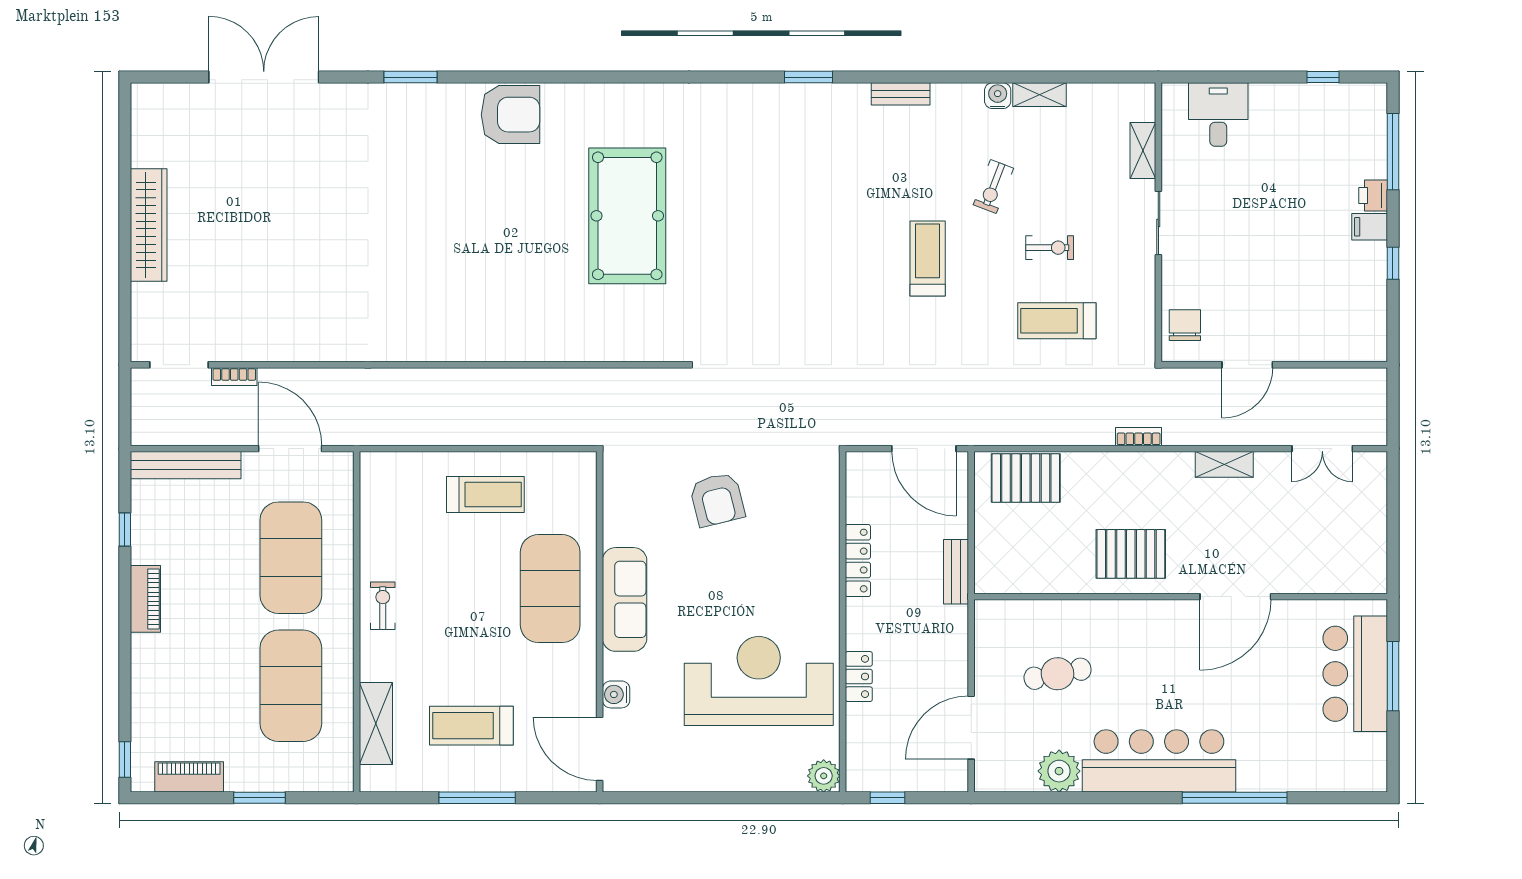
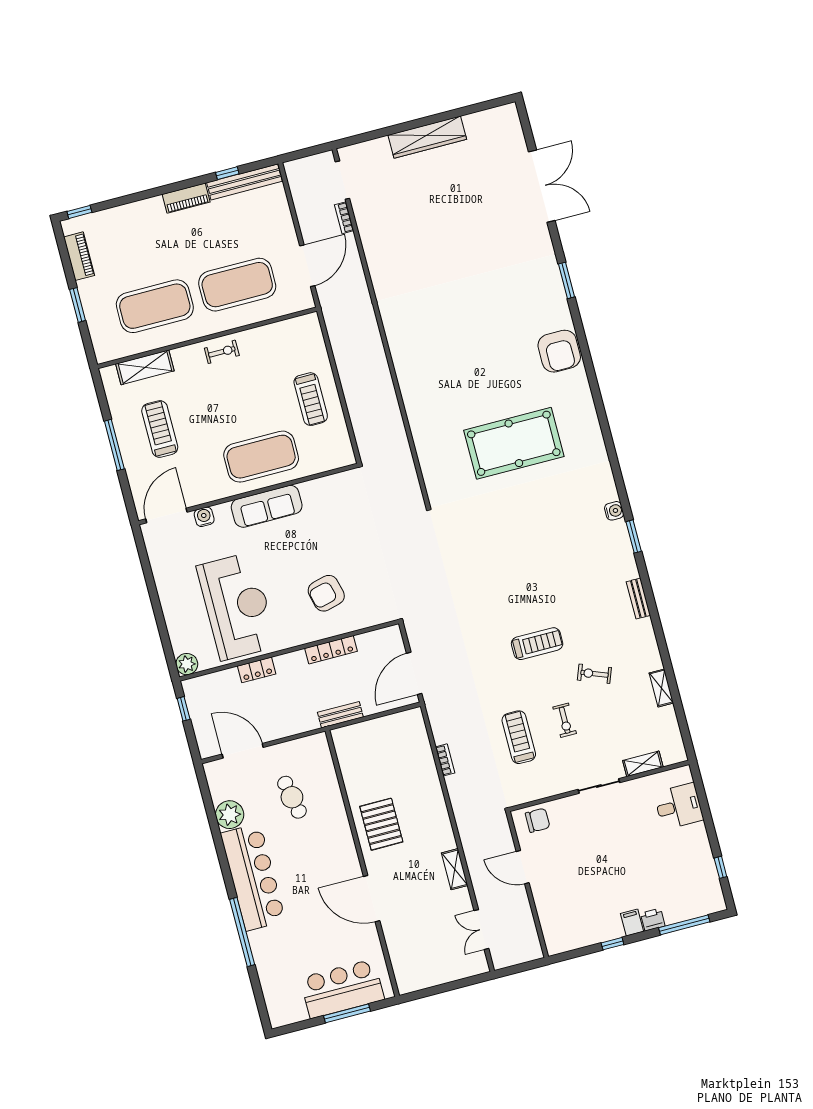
water cooler: (998, 96) -> (614, 511), moved
bookcase: (1139, 437) -> (445, 760), moved
bench: (186, 465) -> (244, 182), moved, turned 90
pallet: (1026, 478) -> (412, 744), removed
armchair: (717, 500) -> (326, 593), moved

